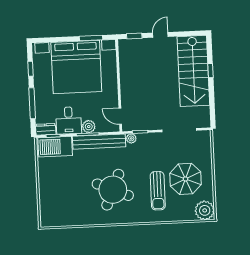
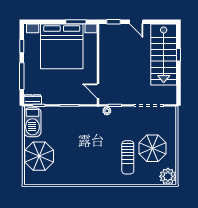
door: (160, 35) -> (136, 22), swing flipped
desk: (69, 120) -> (53, 93), removed
plant: (89, 127) -> (70, 99), removed
bench: (99, 142) -> (79, 112), removed
barbecue: (55, 147) -> (32, 122), moved, turned -90
round table: (113, 190) -> (89, 155), removed
parasol: (56, 194) -> (39, 156), added

